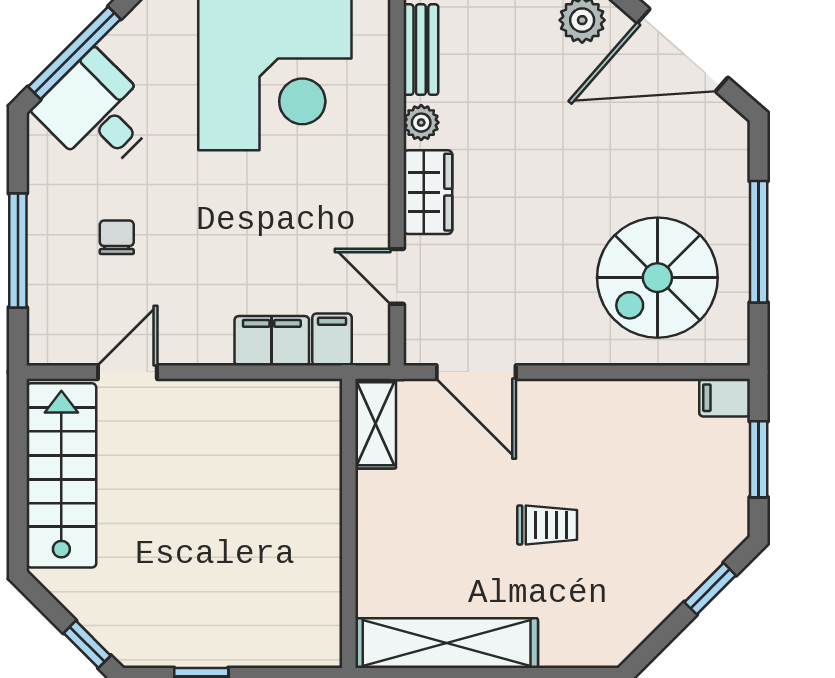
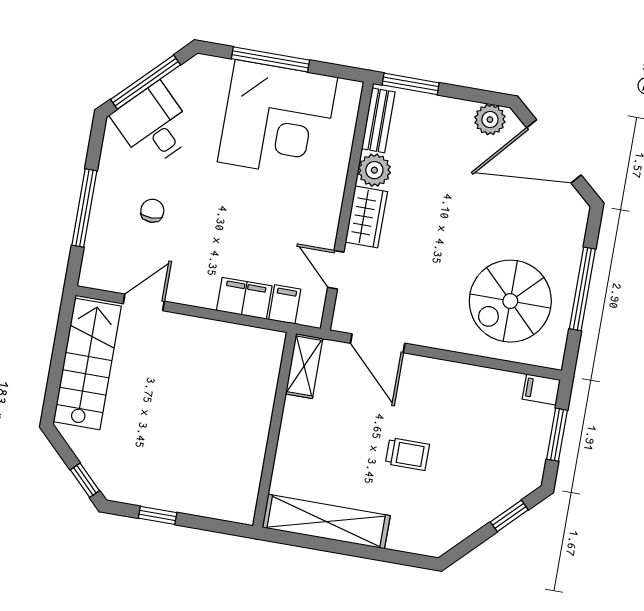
plant: (421, 123) -> (374, 170), width x1.38, depth x1.38

